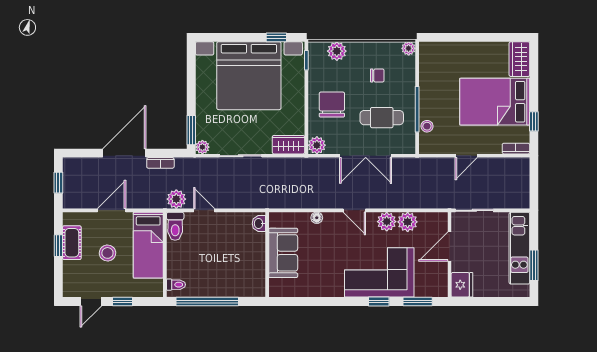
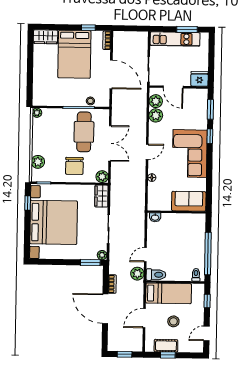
chair: (377, 75) -> (55, 134), removed
chair: (332, 104) -> (74, 166), turned -90
cafe table: (382, 118) -> (84, 132), width x1.37, depth x1.35
door: (466, 156) -> (111, 74), width x1.88
door: (112, 210) -> (144, 318), hinge flipped
plant: (387, 222) -> (156, 101), moved
sofa: (283, 253) -> (189, 201), moved
corner sofa: (379, 272) -> (190, 153), moved
door: (91, 301) -> (206, 333), swing flipped
window: (122, 301) -> (207, 301), moved

